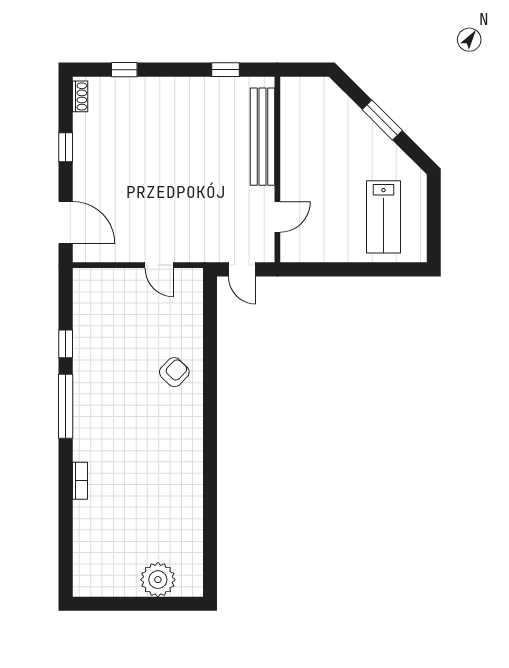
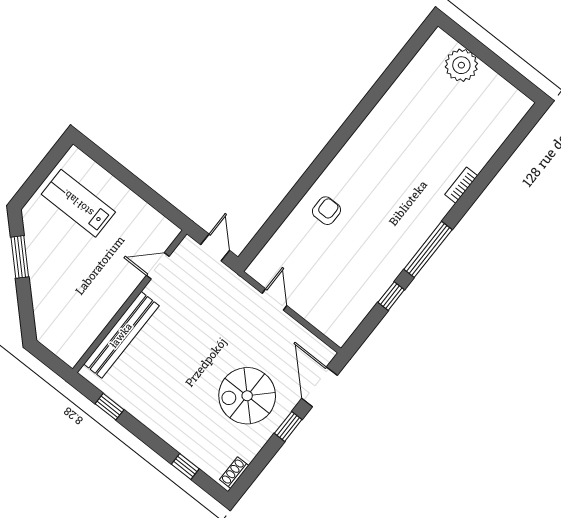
window: (382, 120) -> (20, 257), moved
window: (66, 147) -> (288, 426), moved
spiral stairs: (119, 168) -> (247, 396), added
lab bench: (383, 217) -> (78, 203), turned -90
armchair: (174, 372) -> (326, 211), turned 136

